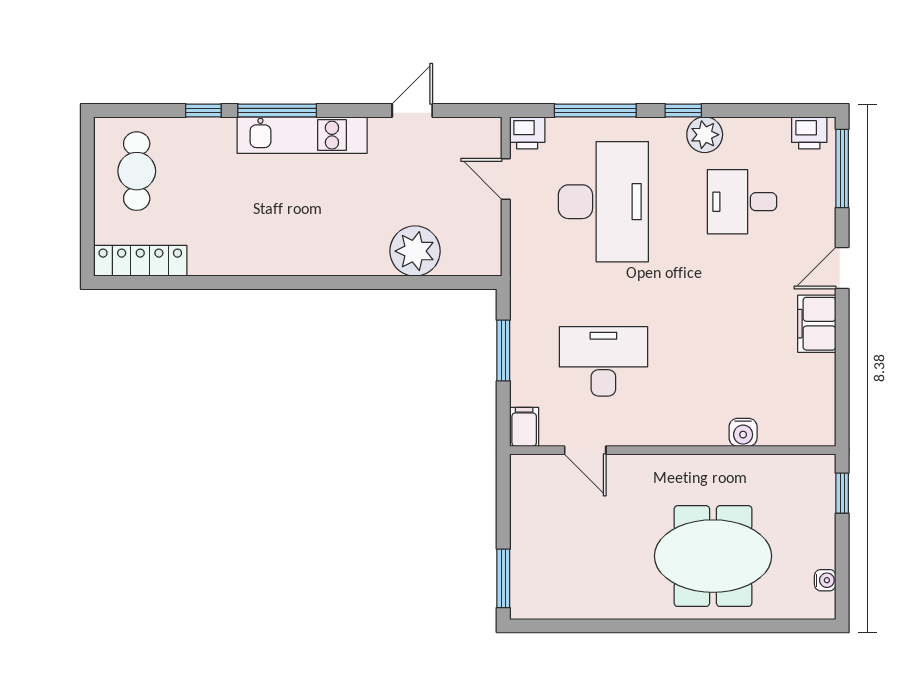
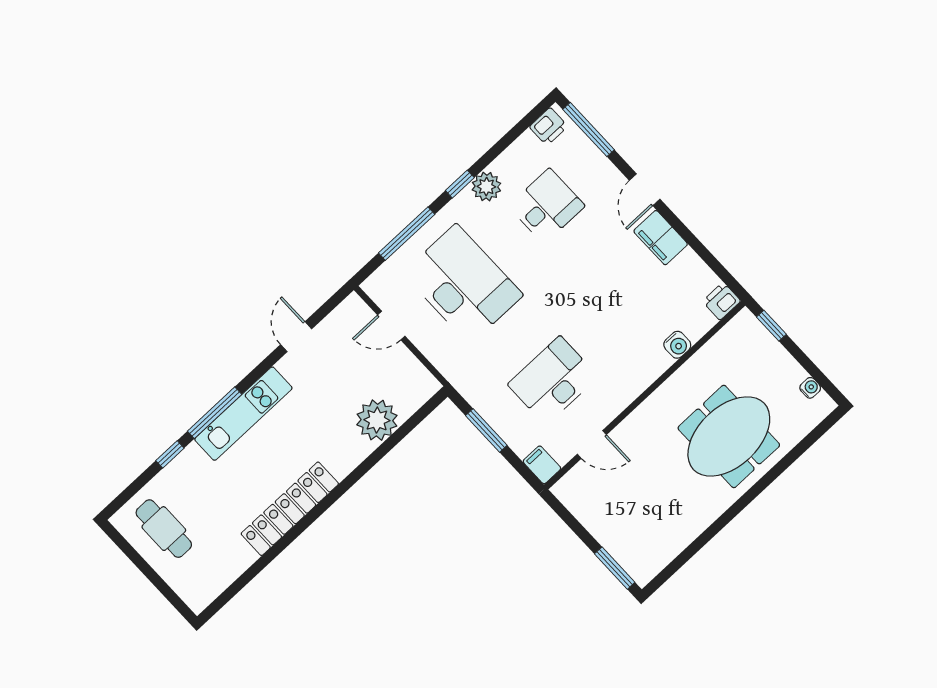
printer: (527, 133) -> (722, 301), moved, turned 180
desk: (742, 202) -> (547, 206), turned 180
locker: (140, 261) -> (290, 509), moved, width x1.41, depth x1.21

